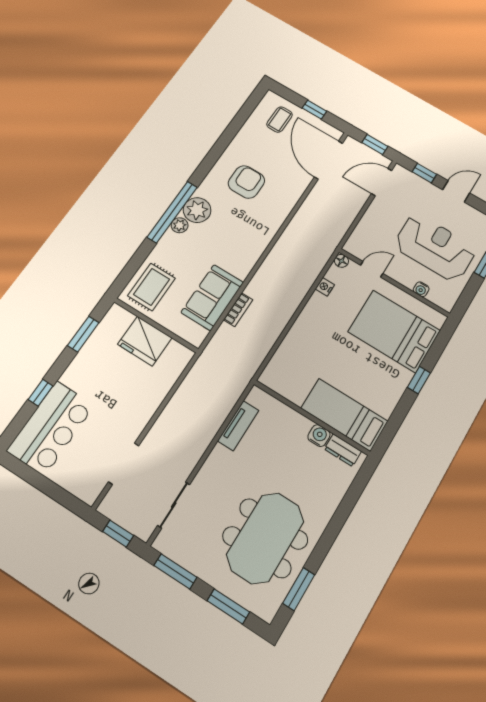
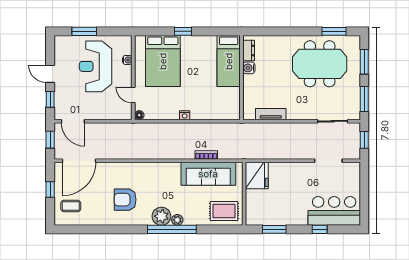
nightstand: (325, 287) -> (185, 115), moved
sofa: (212, 297) -> (208, 174), width x1.36
fridge: (145, 341) -> (257, 175), moved

